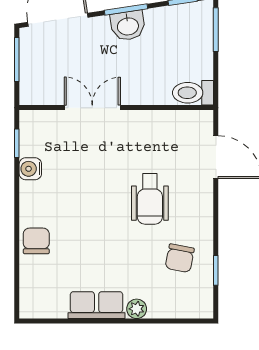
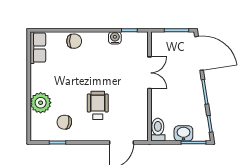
washbasin: (128, 26) -> (183, 133), moved, turned 99
wheelchair: (150, 199) -> (98, 105), turned 90
row of seats: (97, 305) -> (38, 48), moved
plant: (137, 309) -> (41, 103), width x1.88, depth x1.88

